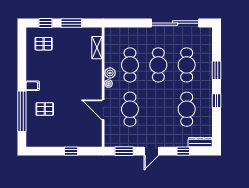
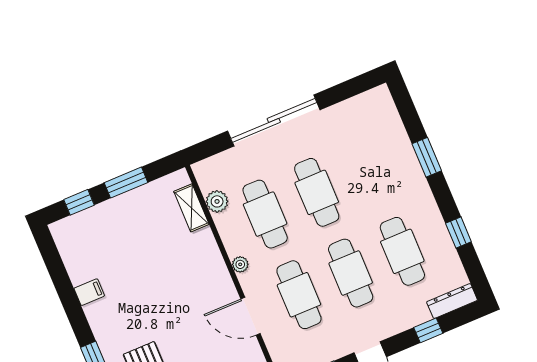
sliding door: (175, 23) -> (274, 120), moved
pallet: (44, 44) -> (91, 241), removed
cafe table: (187, 65) -> (351, 273), moved
plant: (110, 73) -> (217, 201), moved
filing cabinet: (33, 86) -> (89, 292), moved
window: (217, 101) -> (458, 232), moved

